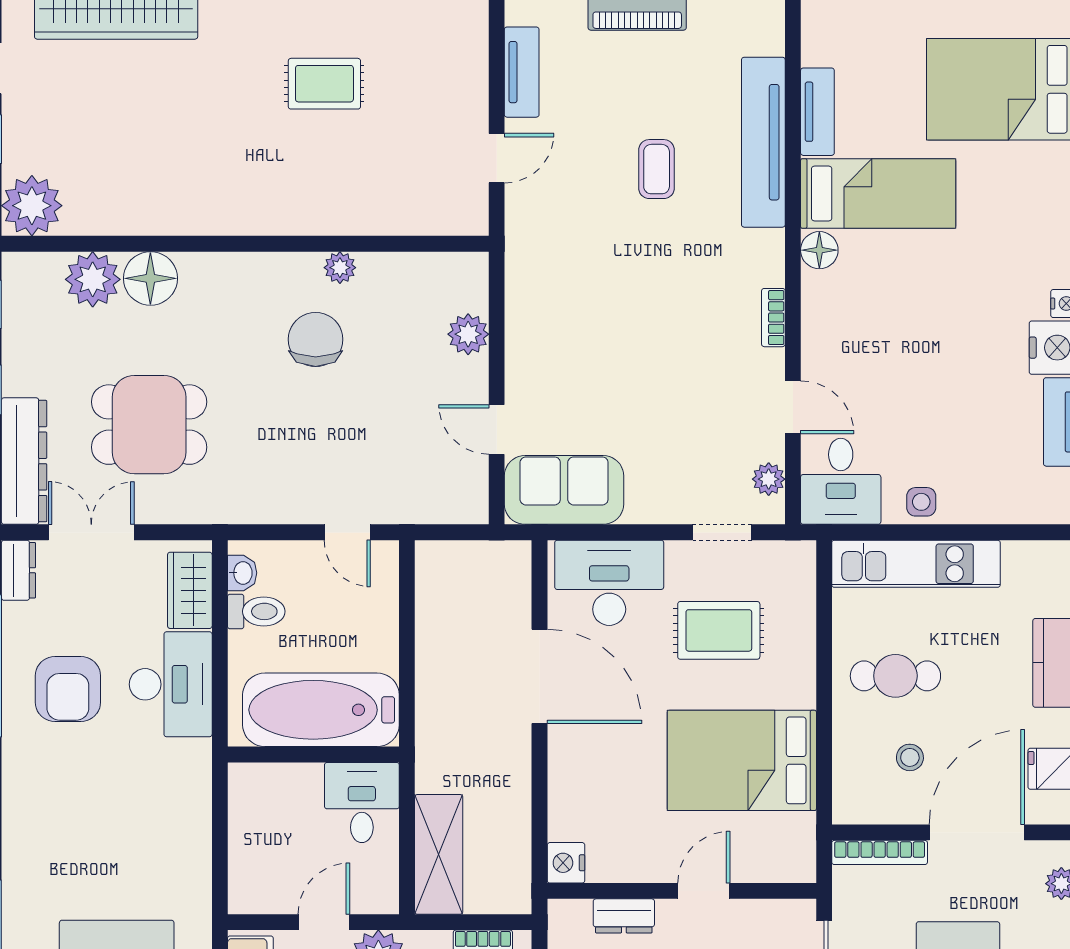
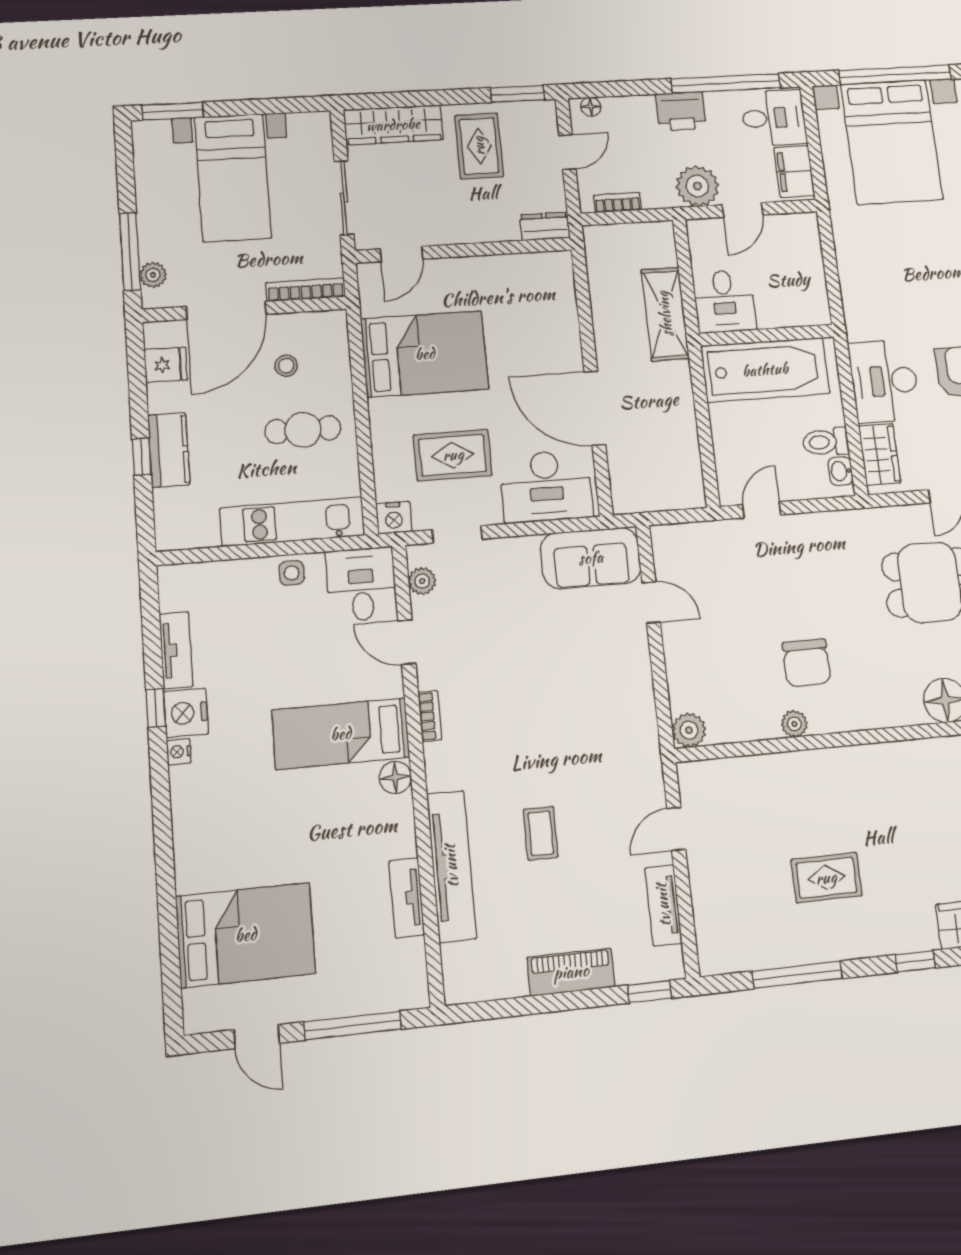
bed: (878, 194) -> (341, 734), moved
plant: (468, 334) -> (689, 730), moved
door: (347, 532) -> (762, 510), hinge flipped
shelving: (439, 854) -> (665, 314), moved
nightstand: (566, 863) -> (394, 518), moved, turned 90
door: (704, 891) -> (402, 254), moved
dresser: (624, 916) -> (545, 226), moved

